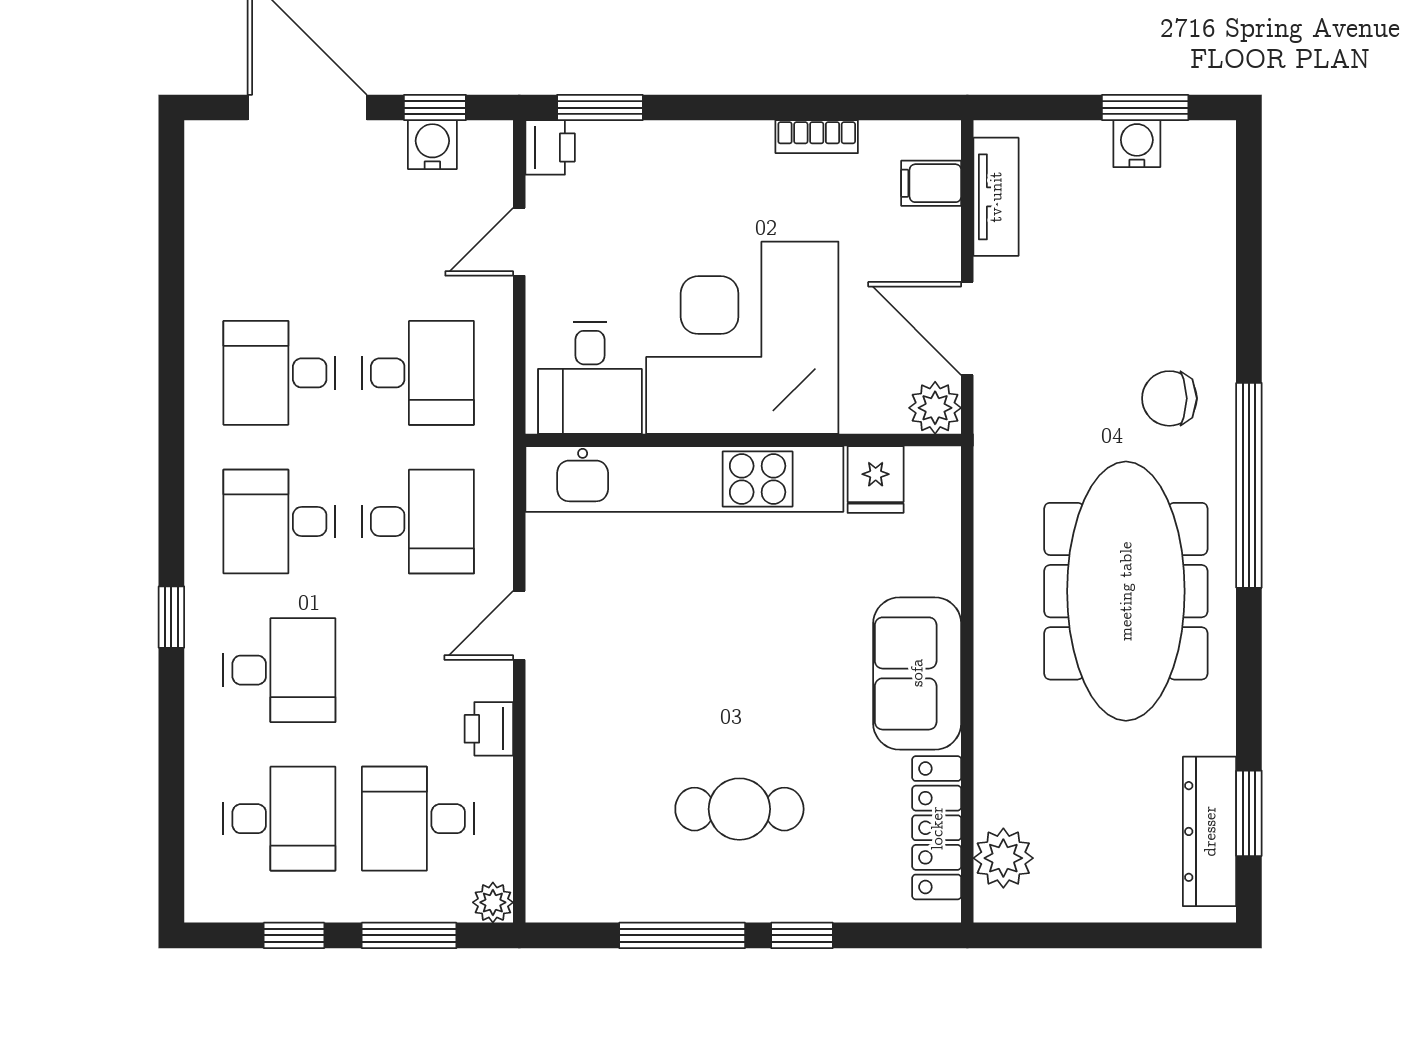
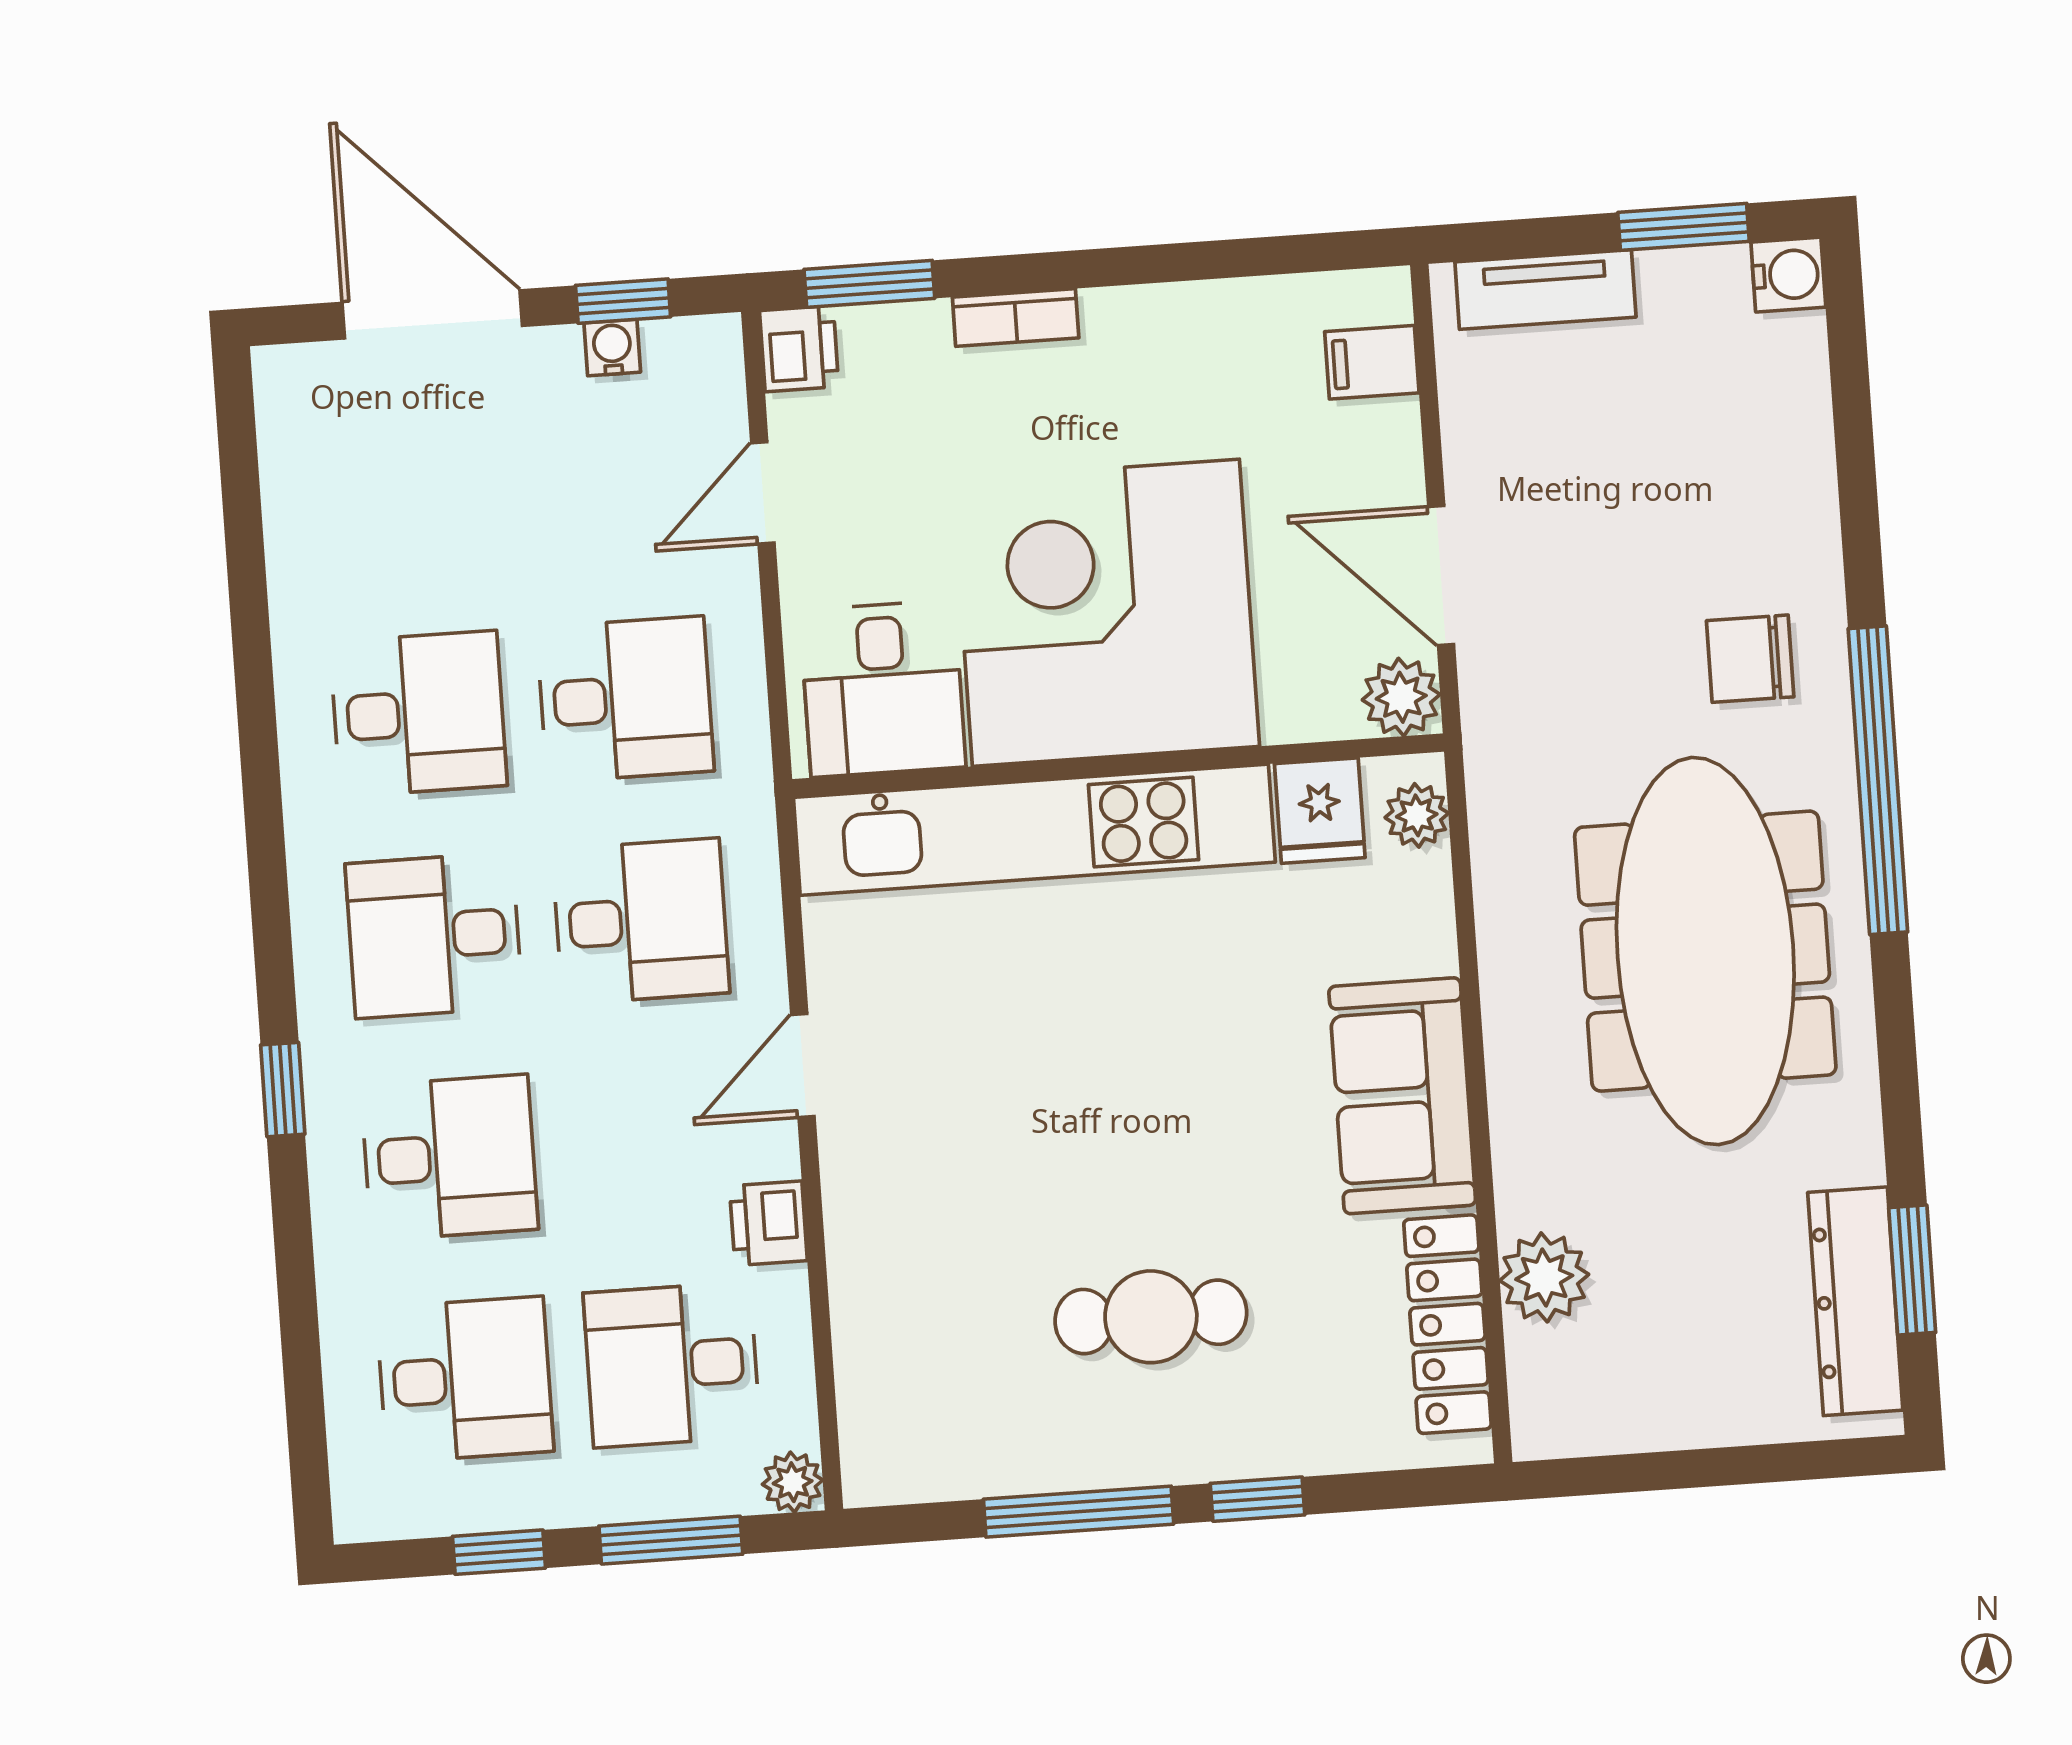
bookcase: (817, 137) -> (1016, 317), moved
water cooler: (1137, 144) -> (1788, 275), moved, turned 90
water cooler: (432, 145) -> (612, 347), width x0.72, depth x0.72
tv unit: (996, 197) -> (1545, 290), moved, turned 90
desk: (279, 373) -> (418, 714), turned 180
plant: (940, 487) -> (1417, 815), added
plant: (1003, 858) -> (1544, 1277), moved

